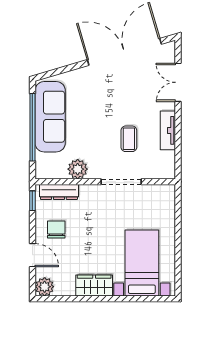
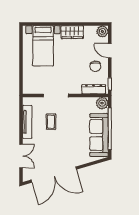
tv unit: (168, 130) -> (27, 122), width x1.41
plant: (78, 169) -> (102, 103), moved

